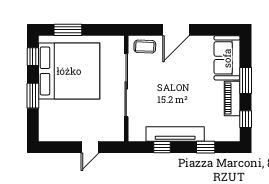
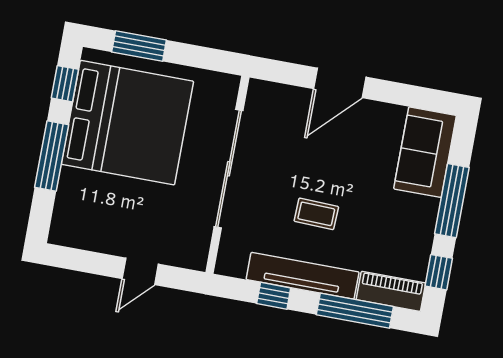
coffee table: (145, 47) -> (316, 214), moved
window: (246, 81) -> (452, 201), width x1.44
window: (33, 96) -> (52, 156), width x1.44
piano: (232, 99) -> (391, 291), moved, turned 90
window: (206, 147) -> (355, 311), width x2.17

